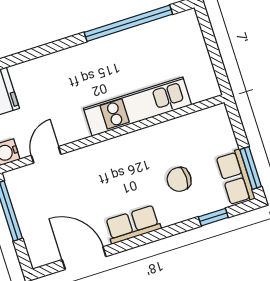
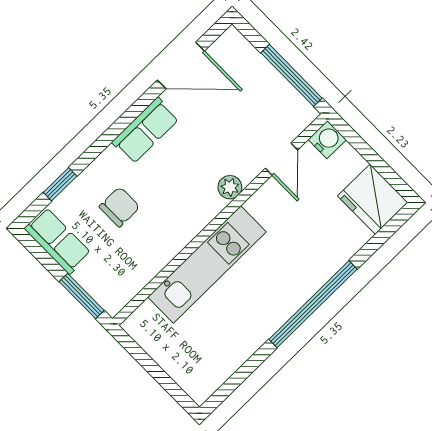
window: (128, 23) -> (313, 304), moved
plant: (93, 153) -> (230, 187), added
window: (251, 168) -> (82, 296), moved

